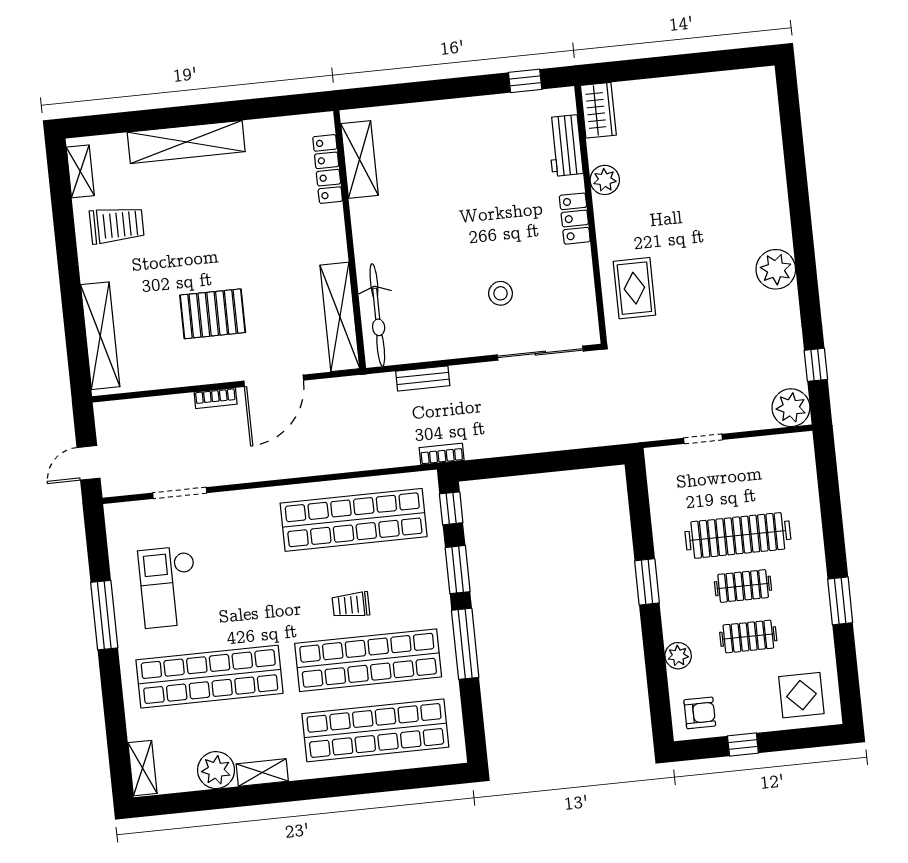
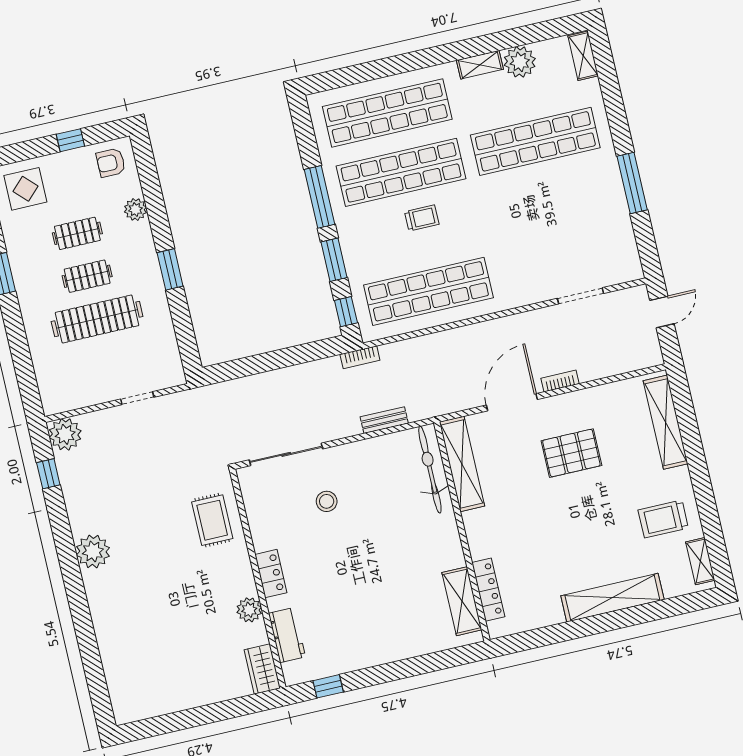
checkout: (169, 587) -> (580, 214), removed

